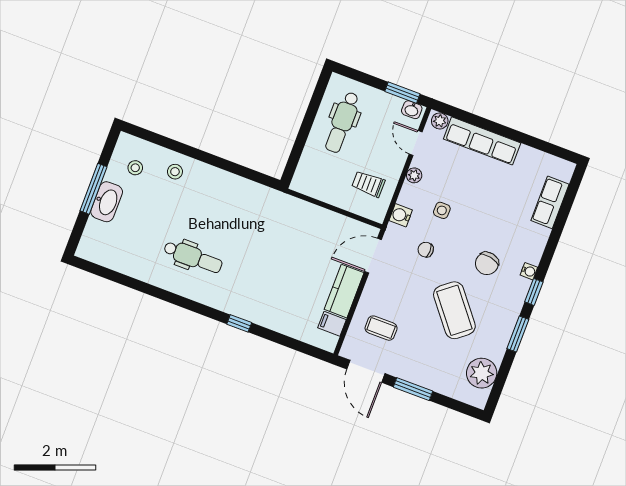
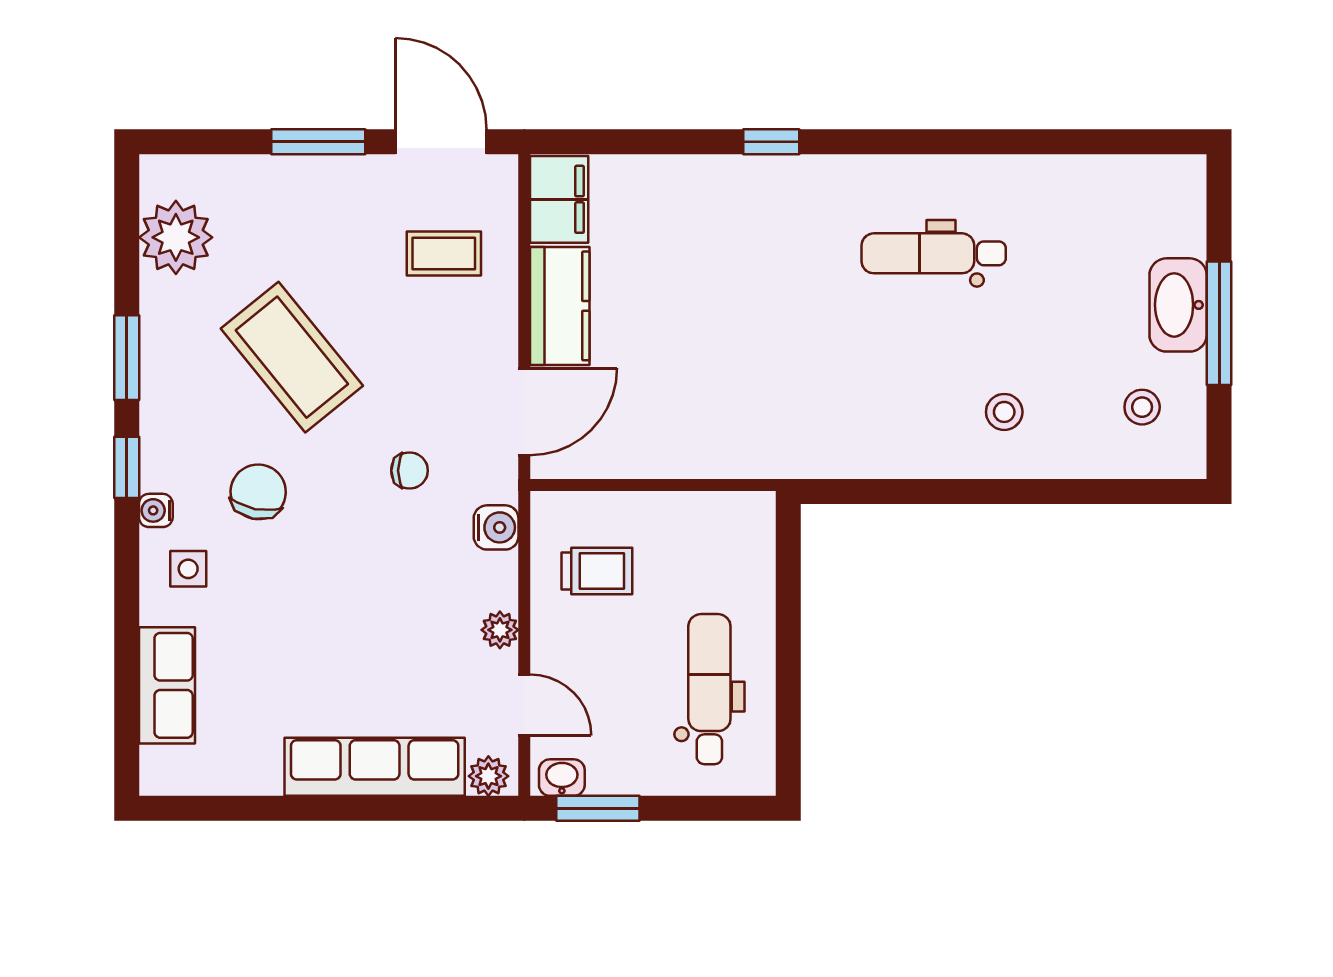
stool: (175, 172) -> (1004, 412), moved
side table: (442, 210) -> (188, 569), moved
filing cabinet: (332, 324) -> (559, 199), width x2.00

